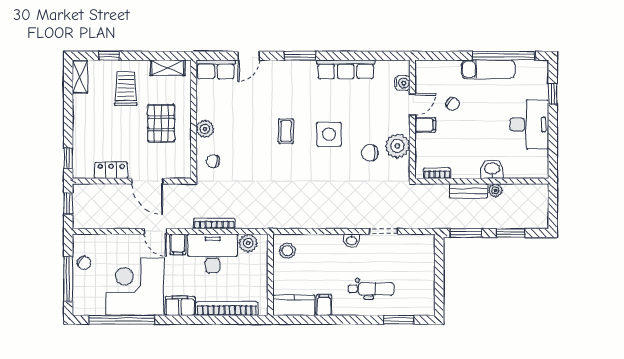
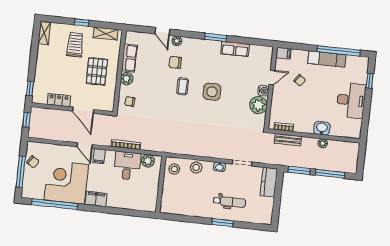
window: (109, 56) -> (82, 23), moved
door: (249, 56) -> (162, 31), hinge flipped
window: (300, 56) -> (215, 37), moved
plant: (271, 67) -> (177, 41), added
row of seats: (216, 69) -> (129, 58), moved, turned -90
row of seats: (346, 69) -> (235, 49), width x0.68
water cooler: (402, 83) -> (263, 91), moved
filing cabinet: (425, 125) -> (284, 53), moved
chair: (370, 153) -> (175, 62), moved
bench: (468, 191) -> (288, 140), moved
window: (511, 233) -> (330, 174), width x1.44
stool: (318, 245) -> (196, 168), added
desk: (213, 253) -> (127, 166), width x0.73
kitchen counter: (294, 305) -> (269, 182), moved, turned -90
filing cabinet: (324, 305) -> (195, 209), removed
bookcase: (227, 309) -> (128, 204), removed
window: (399, 320) -> (222, 223), moved

